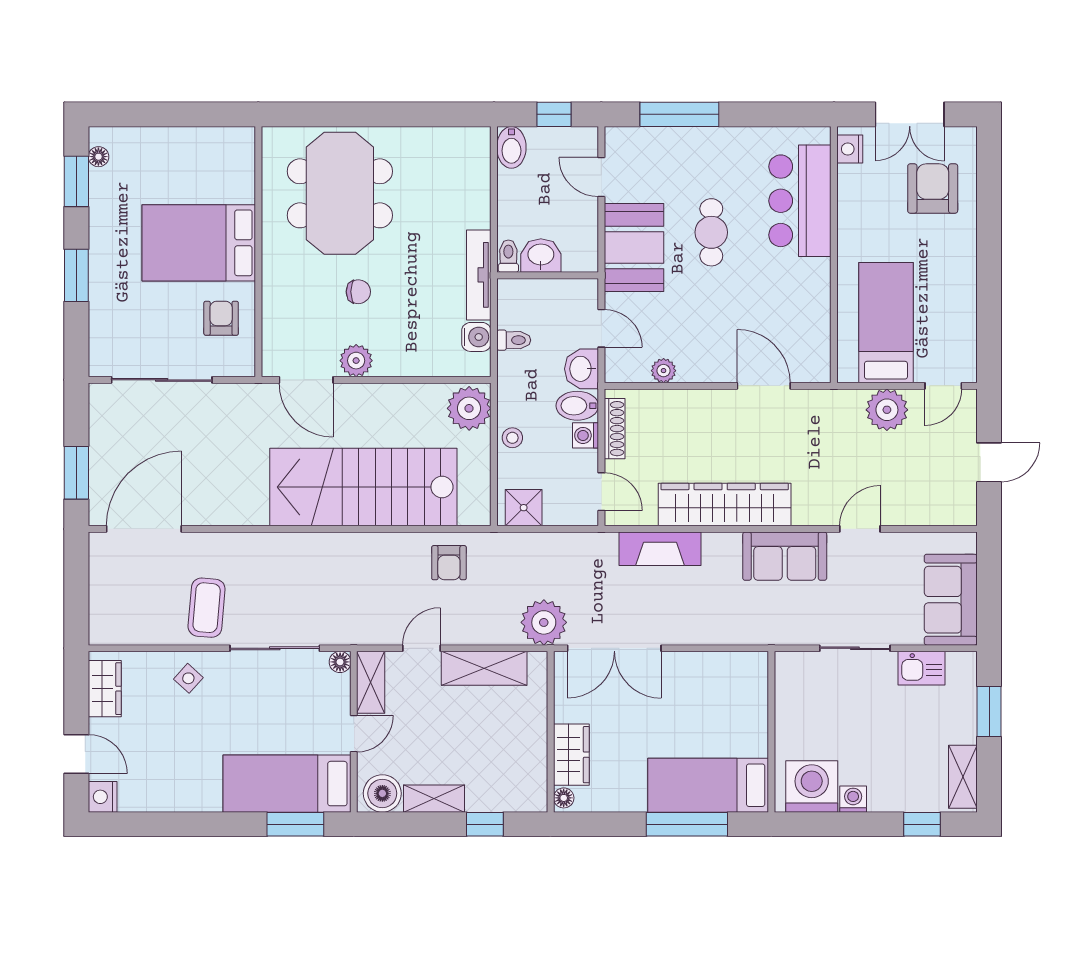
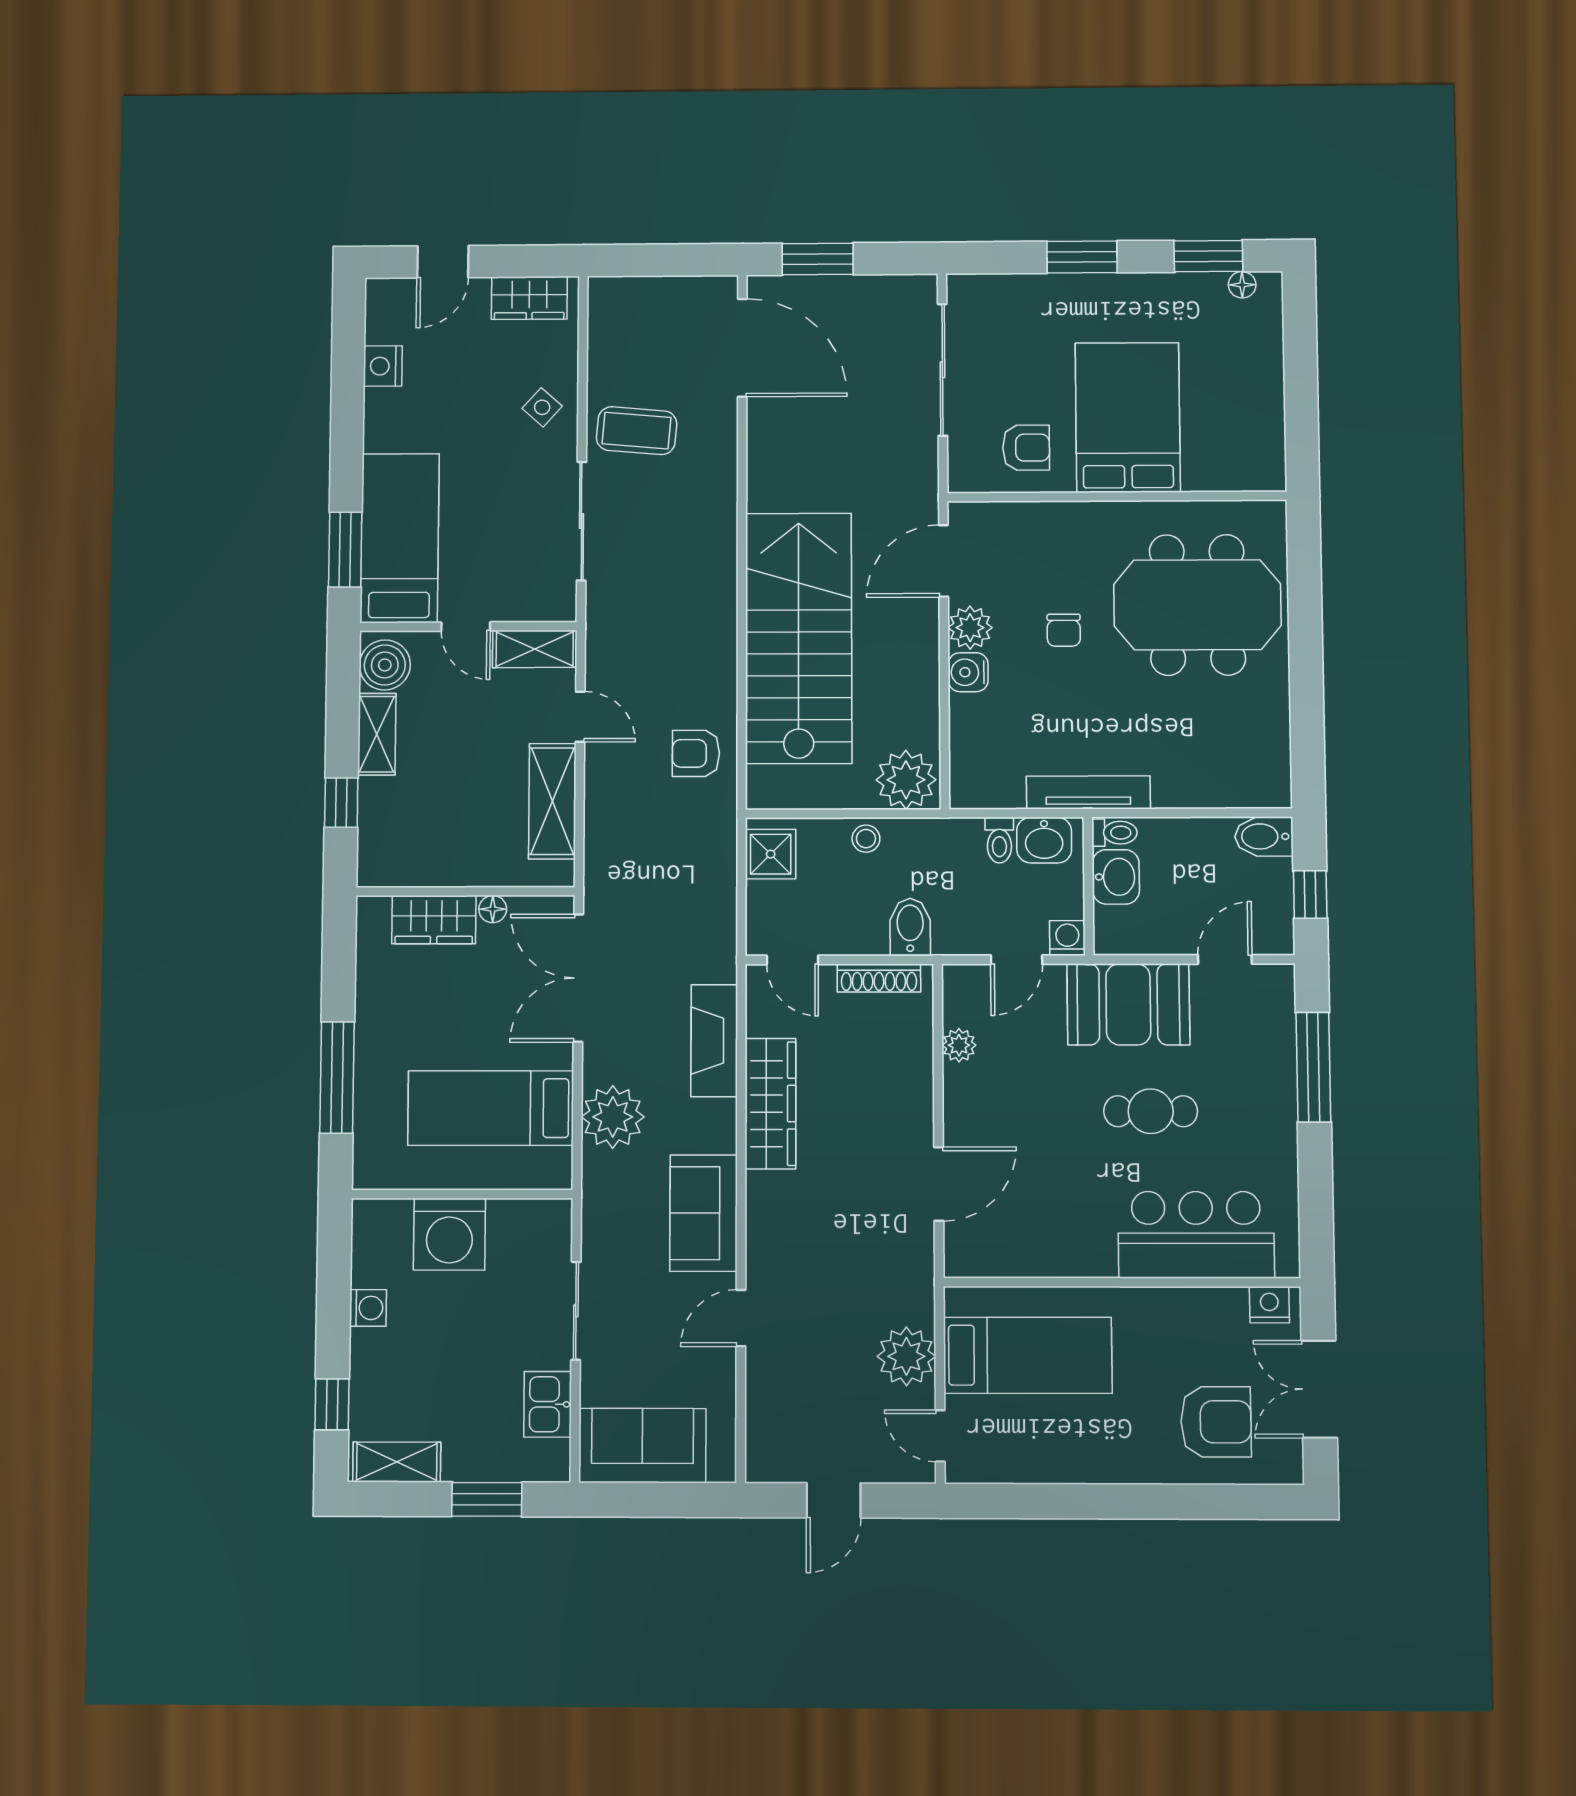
water cooler: (476, 337) -> (968, 672), moved, turned 90
washbasin: (581, 369) -> (1044, 840), moved, turned 180
washing machine: (586, 435) -> (1067, 938), moved
door: (989, 462) -> (834, 1500), hinge flipped
door: (601, 492) -> (792, 960), hinge flipped
wardrobe: (725, 505) -> (770, 1104), width x0.71, depth x0.85
door: (860, 529) -> (741, 1318), swing flipped
plant: (544, 622) -> (613, 1117), moved
floor lamp: (340, 662) -> (562, 608), removed
bed: (708, 785) -> (491, 1108), moved, turned -90
washing machine: (812, 786) -> (449, 1234), moved, turned 90
nightstand: (103, 797) -> (383, 366), moved, turned -90
floor lamp: (564, 798) -> (493, 909), moved

